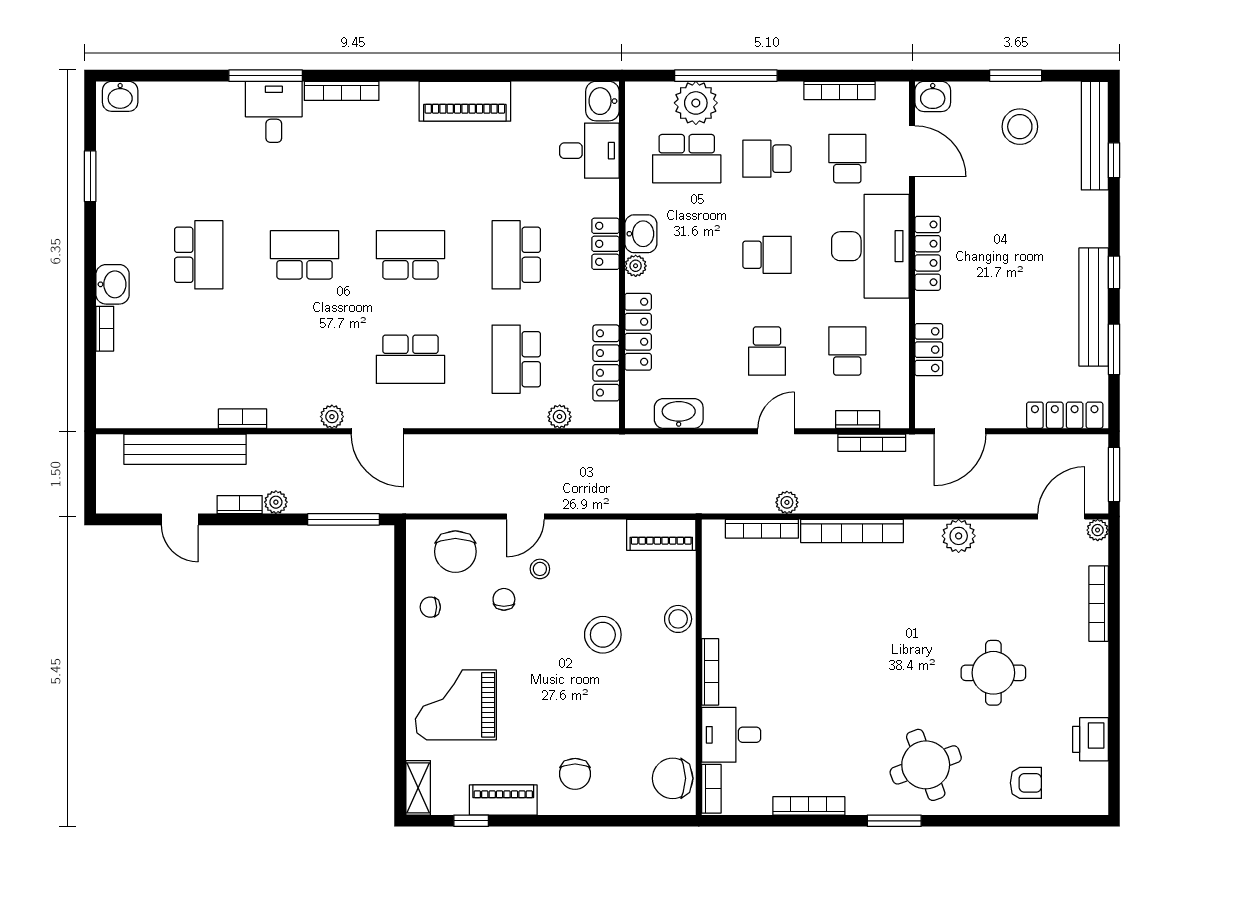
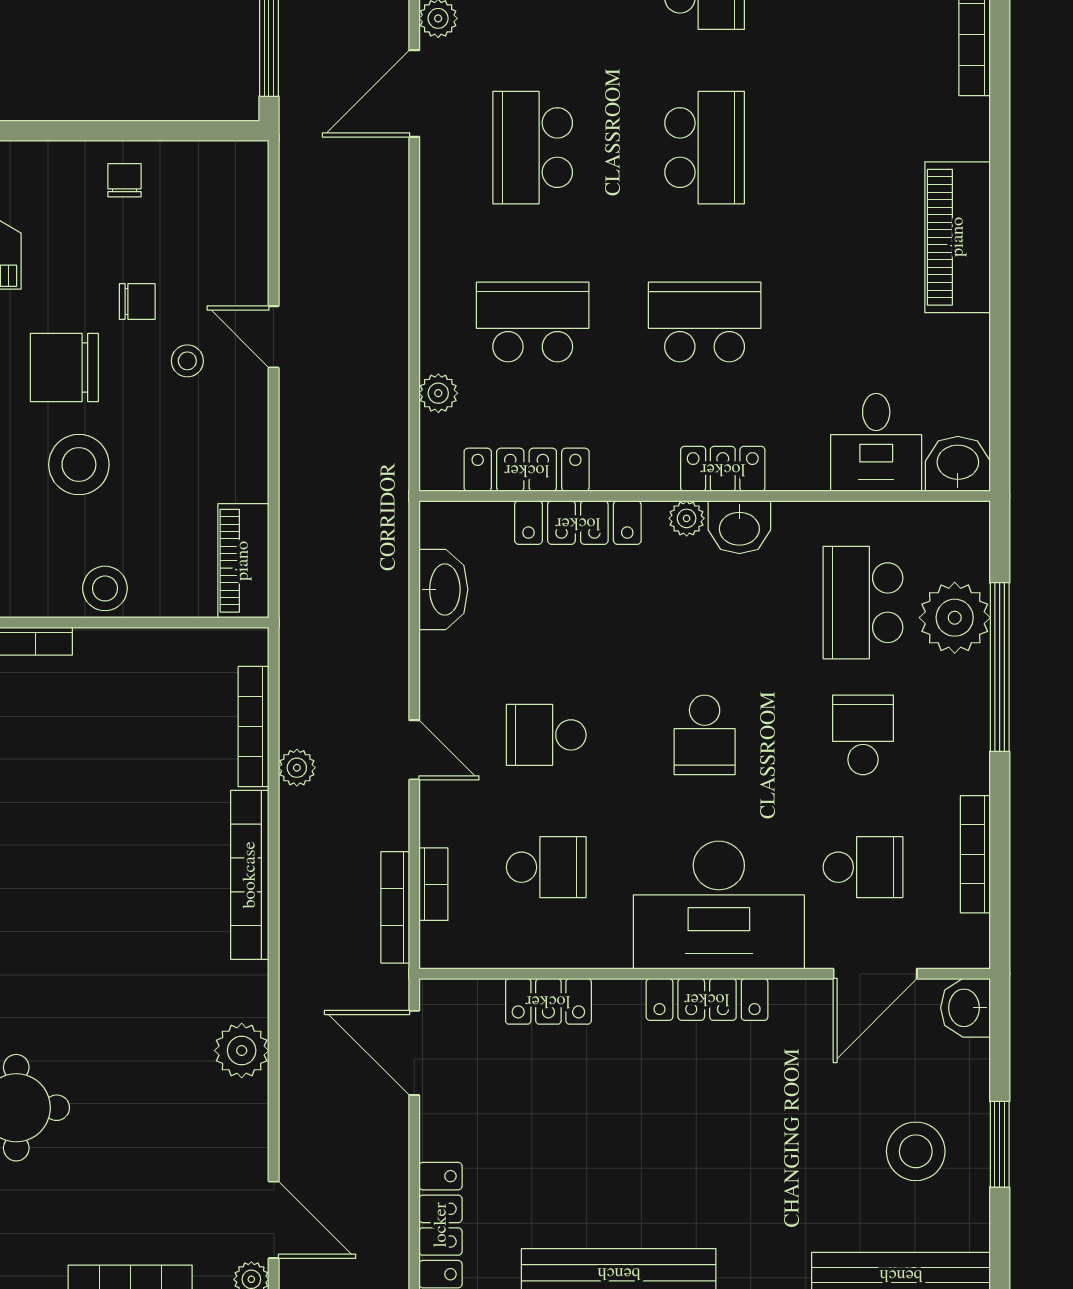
chair: (455, 552) -> (64, 368), moved

